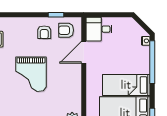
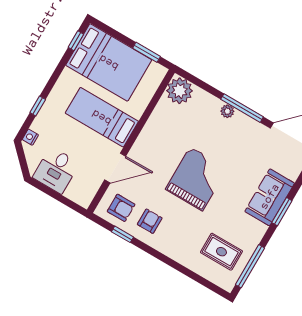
desk: (99, 29) -> (56, 170), moved, turned 90
window: (152, 62) -> (38, 106), width x0.32
bed: (126, 85) -> (102, 117), moved, turned 180

